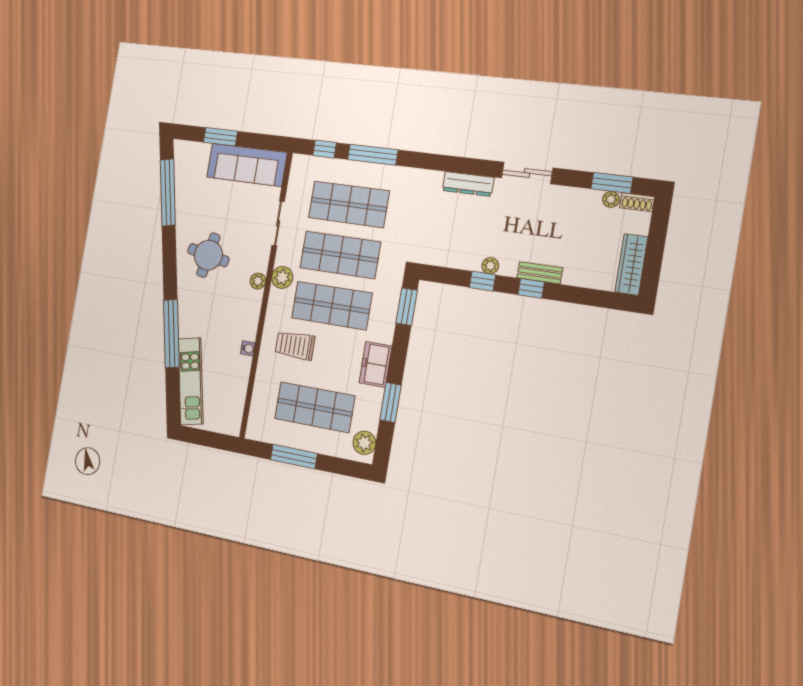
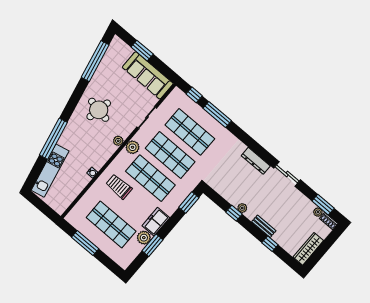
window: (531, 288) -> (270, 244), moved
plant: (364, 443) -> (144, 238), moved

